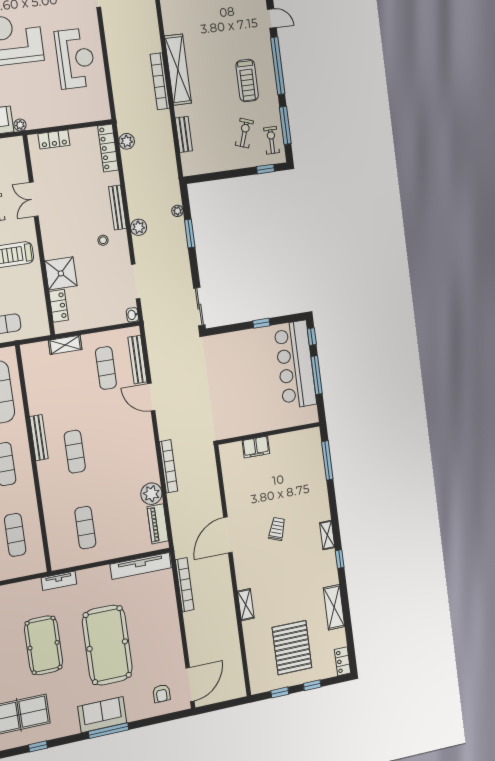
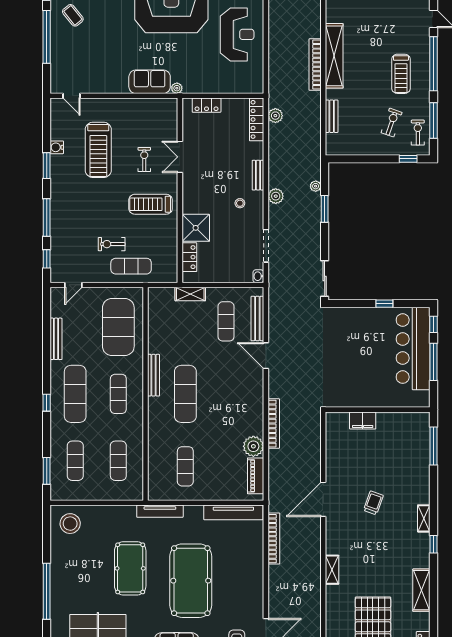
bench: (117, 208) -> (258, 175), width x0.73
exercise mat: (75, 452) -> (185, 394), width x1.36, depth x1.45
tv unit: (59, 581) -> (160, 511), width x1.41

